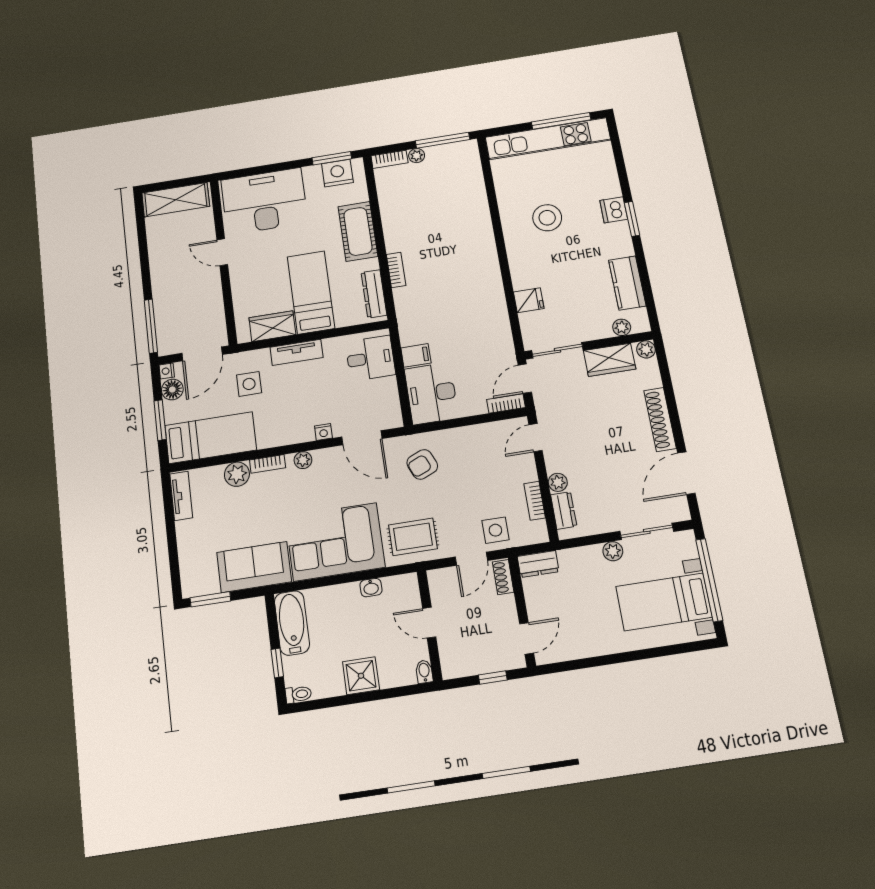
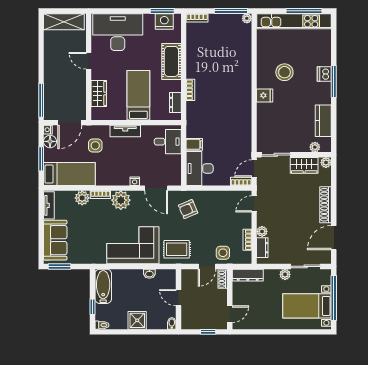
plant: (417, 156) -> (247, 18), moved
window: (632, 219) -> (334, 82), width x1.44
dresser: (374, 294) -> (175, 102), width x0.70
fridge: (529, 300) -> (265, 95), moved
wardrobe: (272, 326) -> (99, 94), moved, turned 90
plant: (303, 460) -> (121, 200), width x1.87, depth x1.87
dresser: (538, 564) -> (248, 275), width x1.44
sofa: (254, 567) -> (55, 240), moved, turned 90

